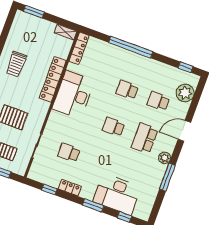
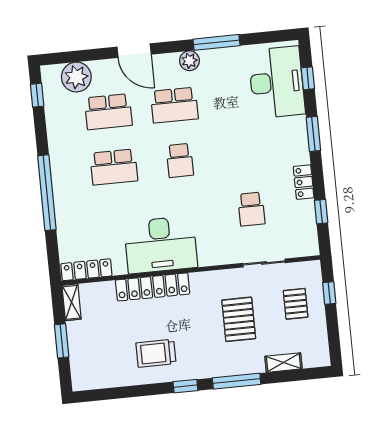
window: (34, 12) -> (62, 341), moved
trolley: (16, 64) -> (156, 353), turned 180
school desk: (127, 90) -> (114, 167), width x1.85
school desk: (158, 101) -> (108, 112), width x1.85
desk: (117, 194) -> (277, 82), moved

